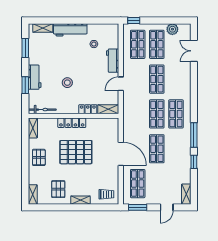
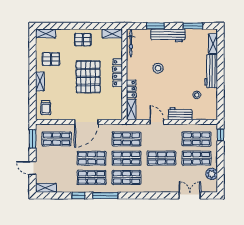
workbench: (35, 77) -> (168, 35), width x1.38
shop shelf: (138, 114) -> (126, 139), added
shop shelf: (176, 149) -> (91, 177), added

